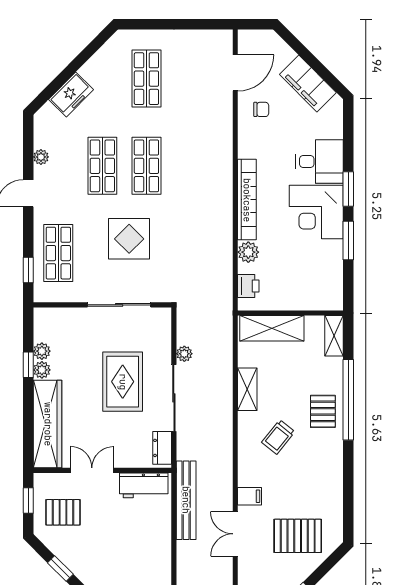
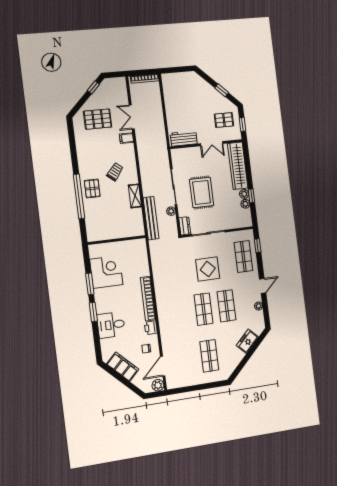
corner desk: (316, 212) -> (106, 272), moved
plant: (248, 252) -> (158, 385), moved
printer: (248, 286) -> (151, 328), moved
shelving: (272, 328) -> (126, 230), removed
shelving: (334, 336) -> (91, 231), removed
dresser: (162, 448) -> (185, 226), moved
bench: (186, 500) -> (151, 218), moved
double door: (235, 534) -> (132, 117), swing flipped

